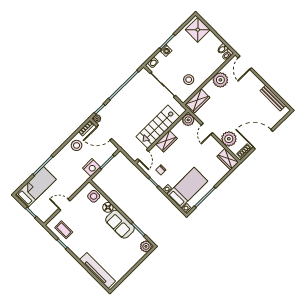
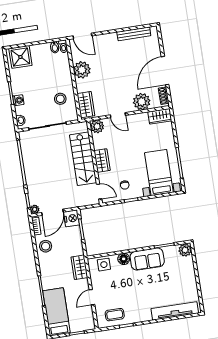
nightstand: (91, 168) -> (72, 218), moved
wardrobe: (79, 180) -> (79, 267), added

